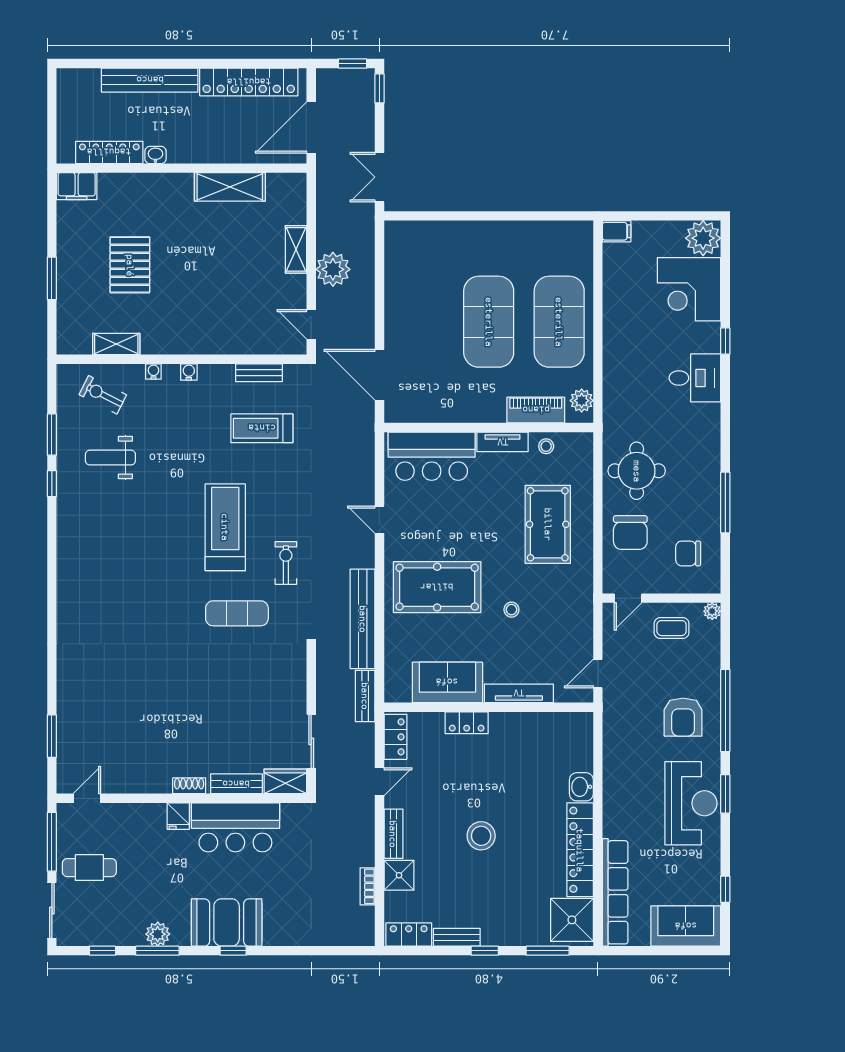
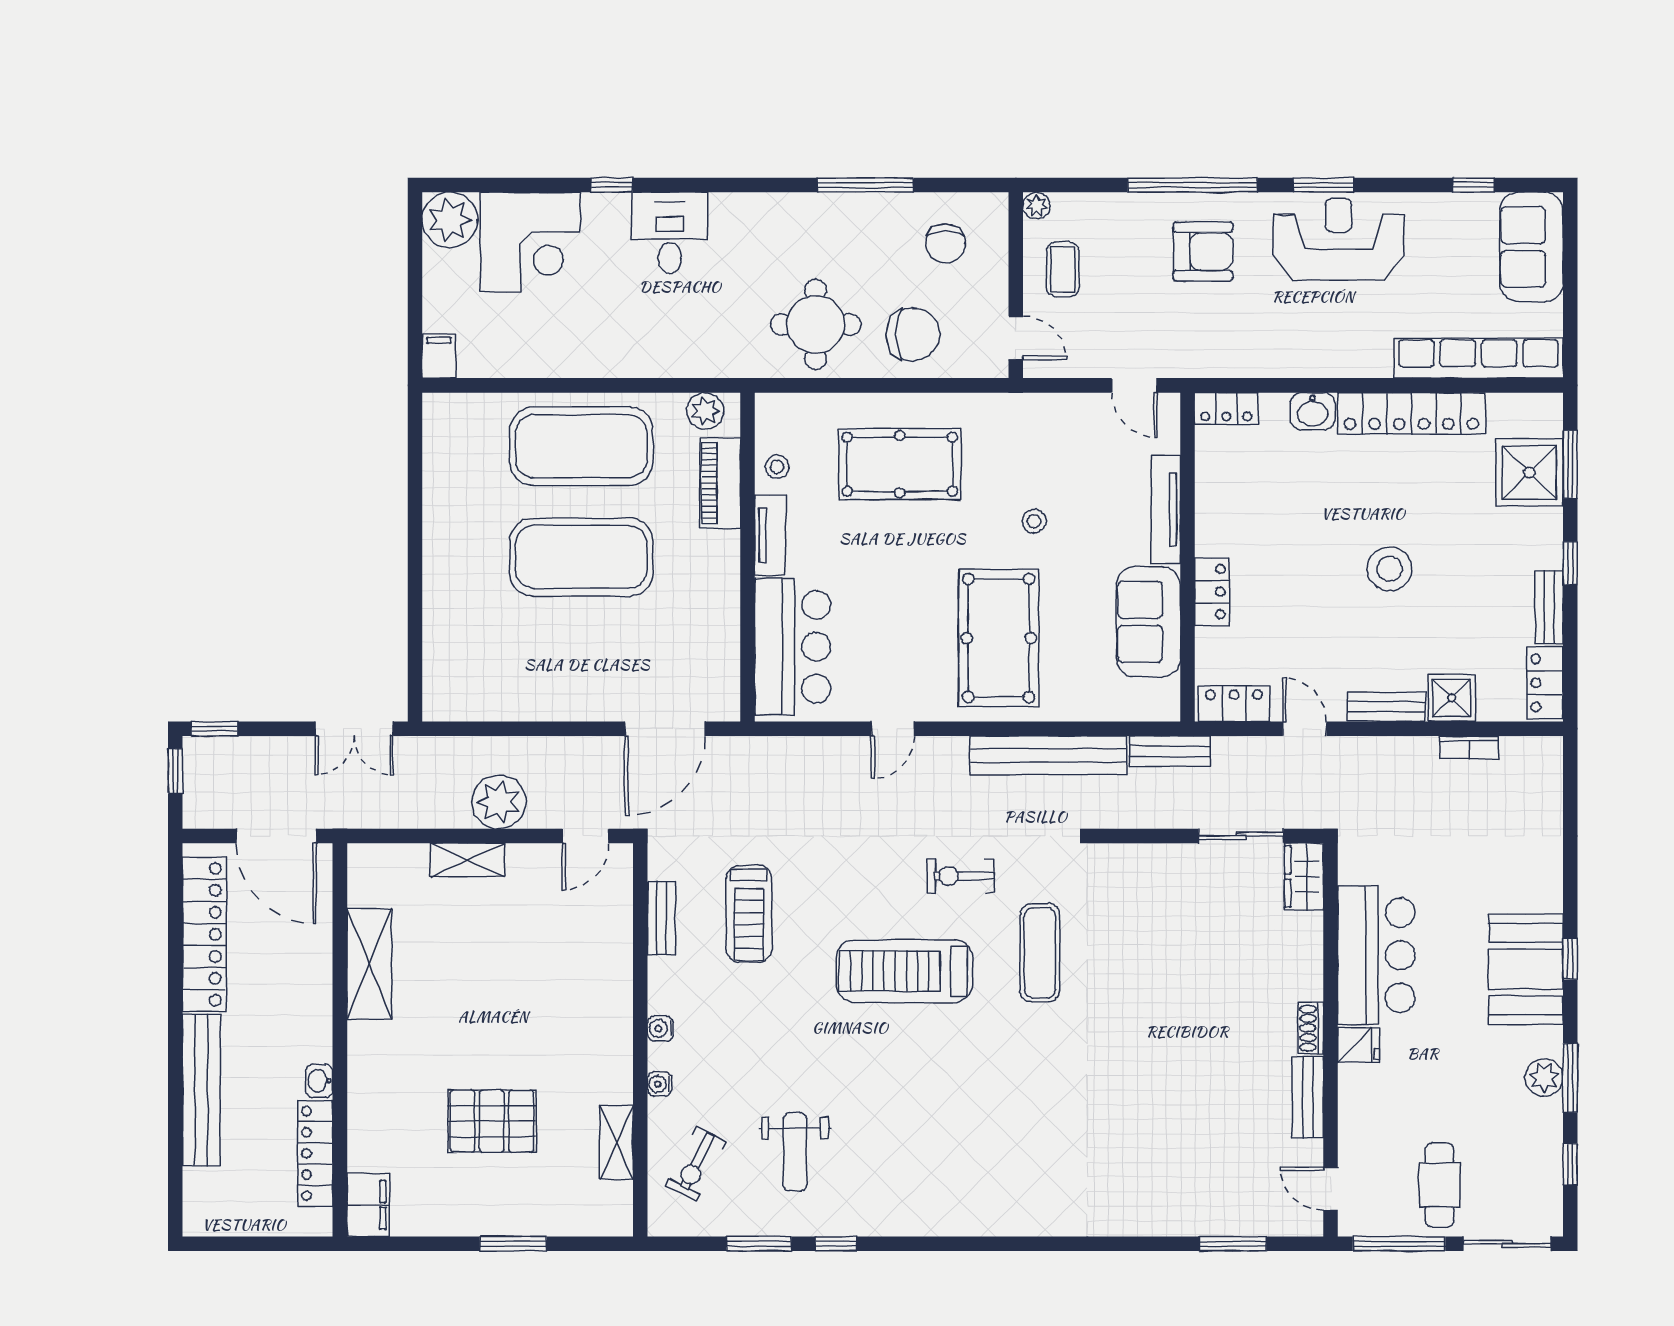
locker: (583, 732) -> (1226, 408), added
bench: (236, 784) -> (1308, 1097), moved
shower: (572, 920) -> (1529, 473), moved

